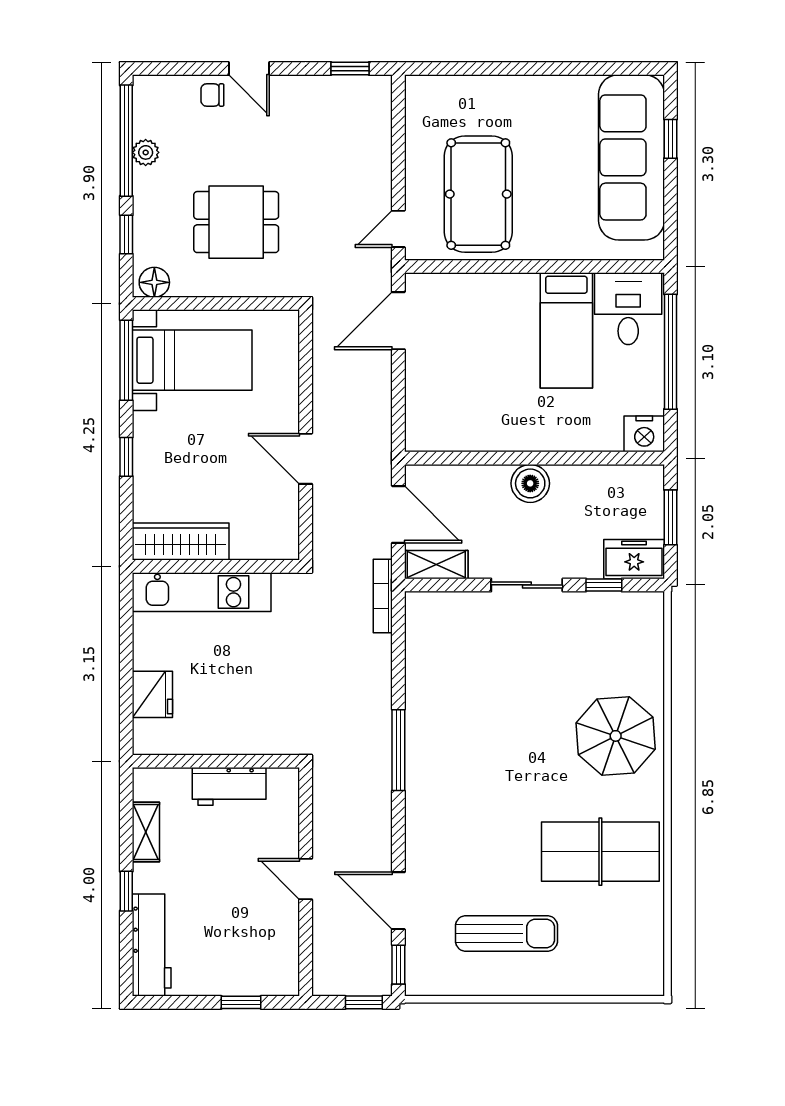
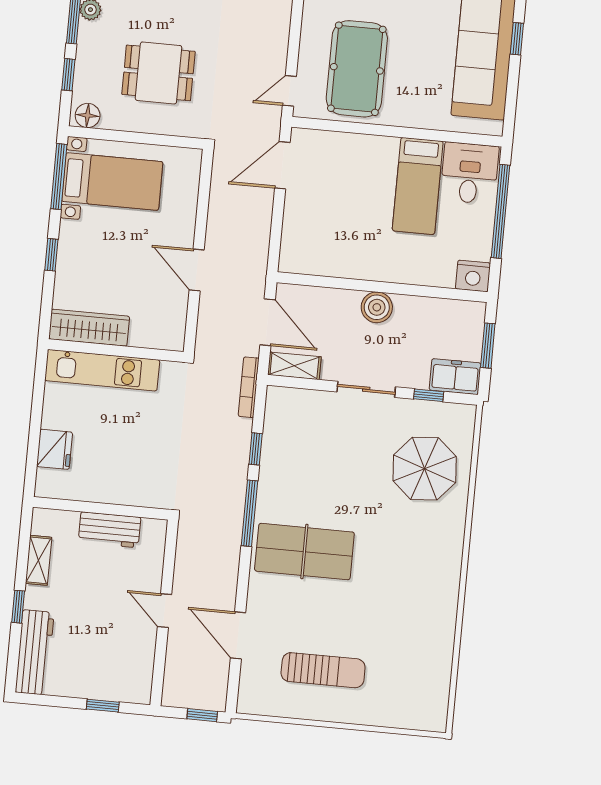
parasol: (616, 736) -> (425, 469), moved
table tennis table: (600, 852) -> (304, 552), moved
window: (398, 965) -> (256, 449), moved

